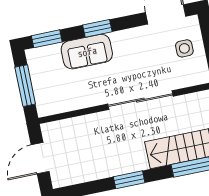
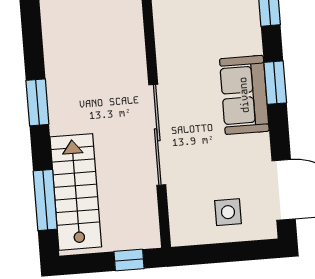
sofa: (87, 52) -> (244, 95), moved

